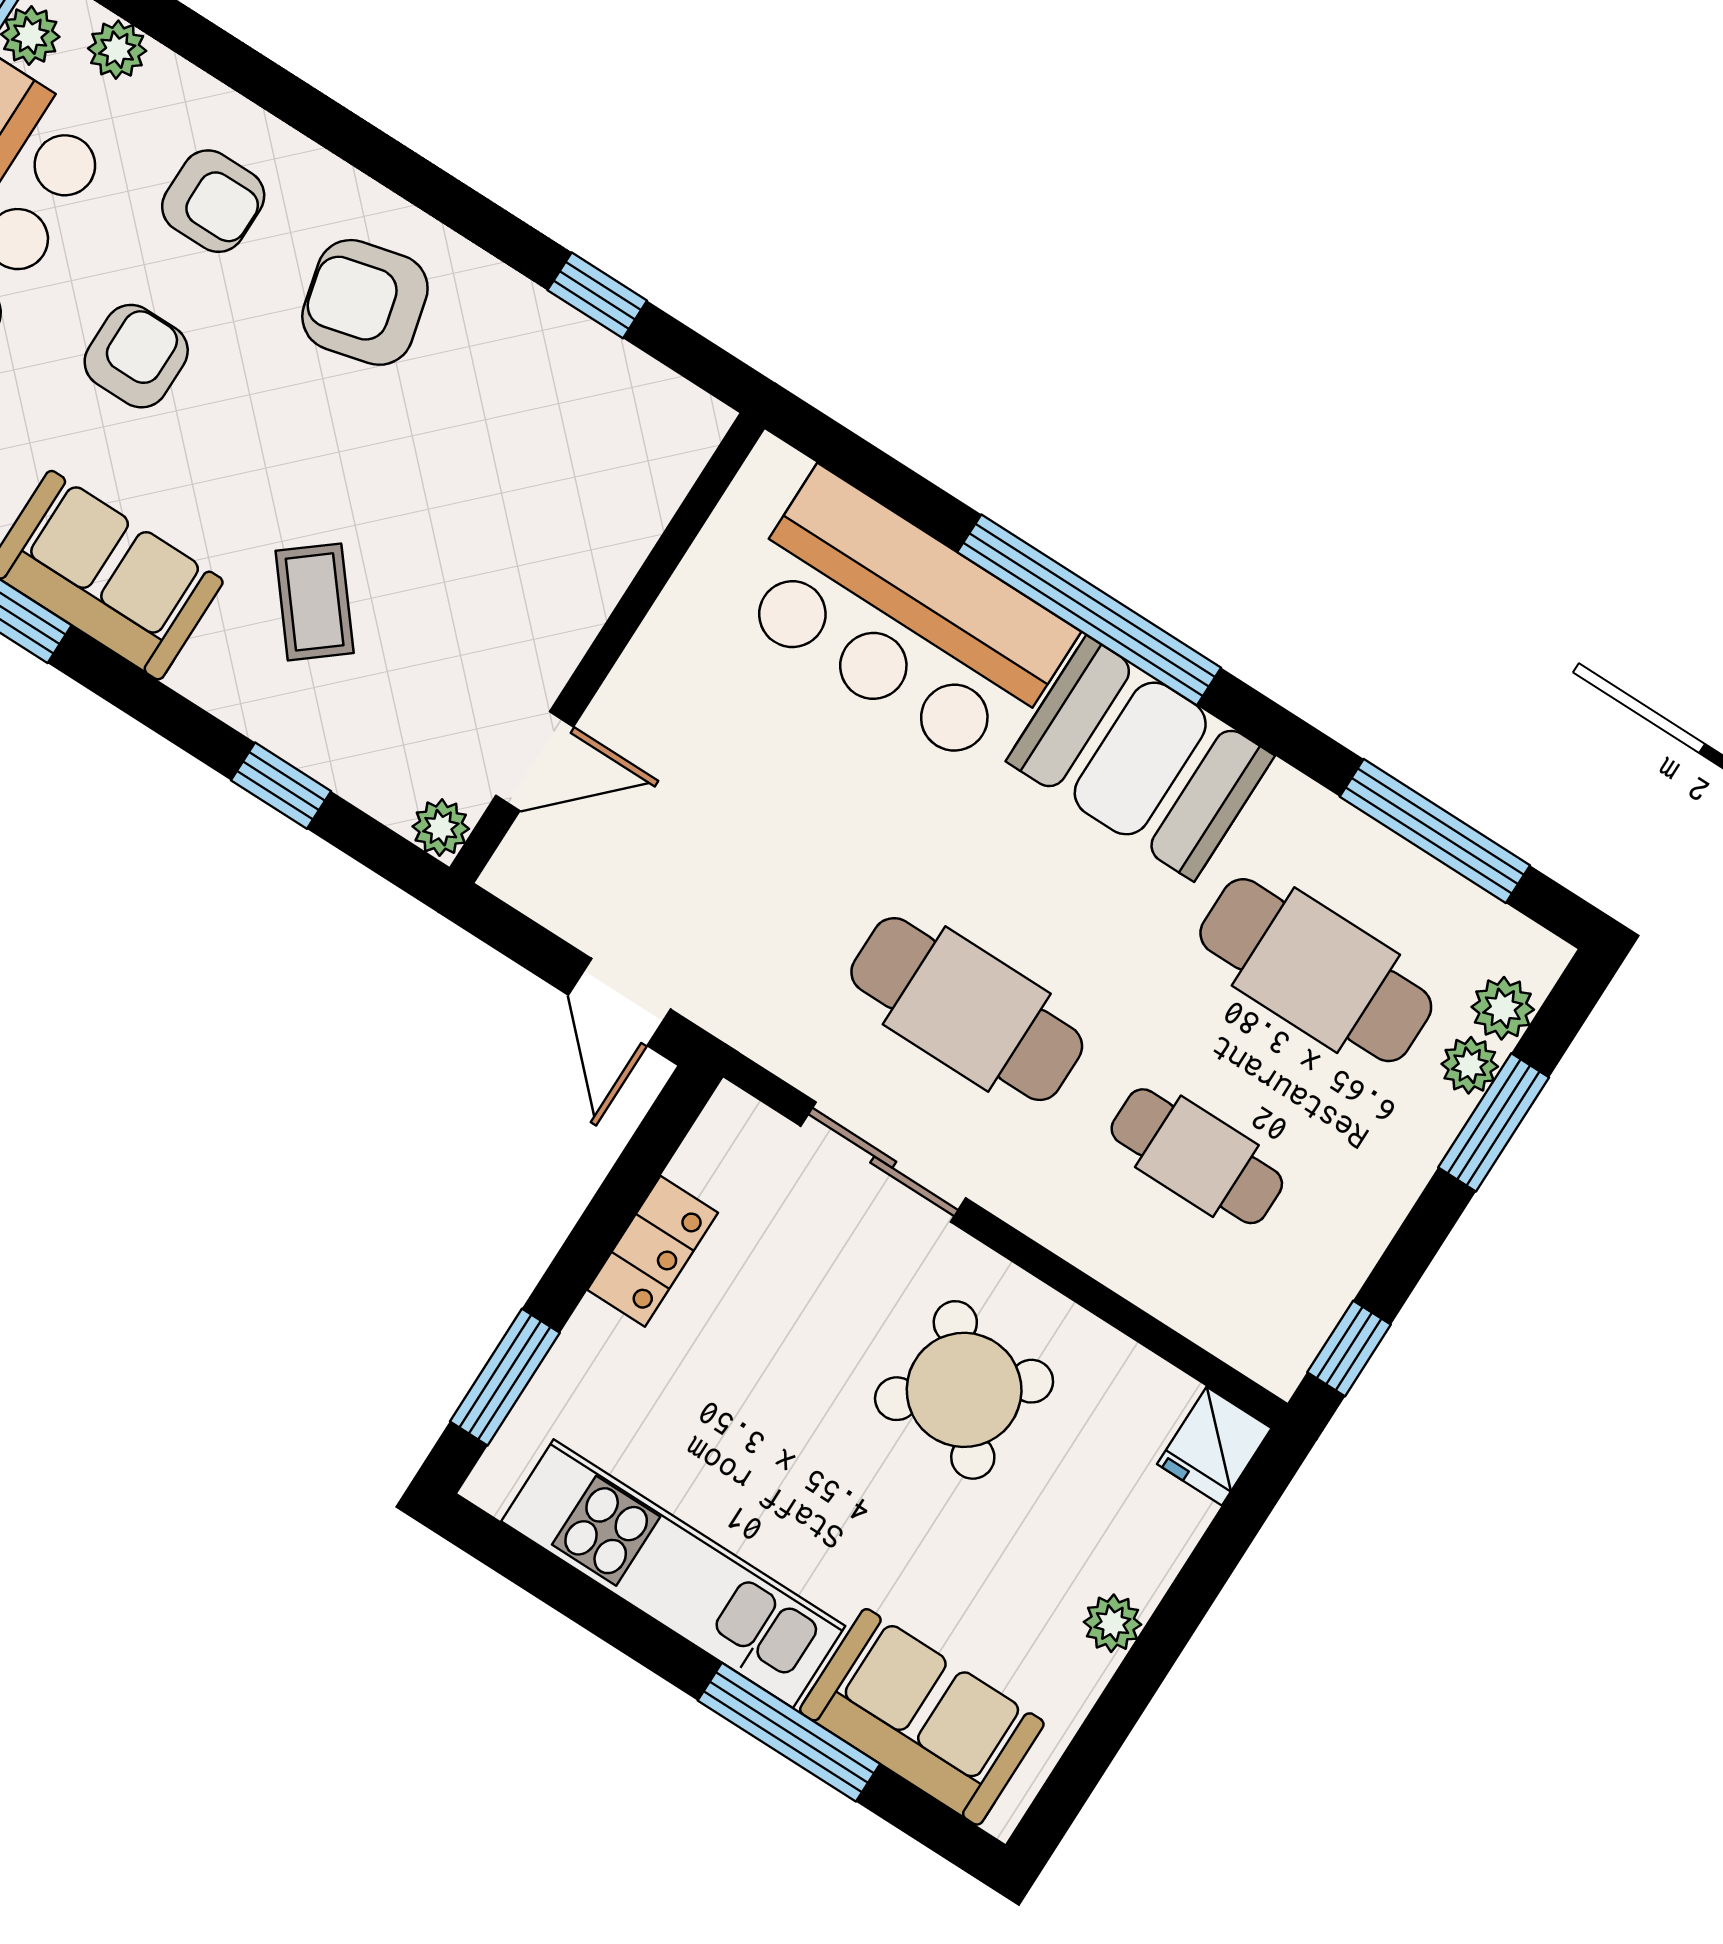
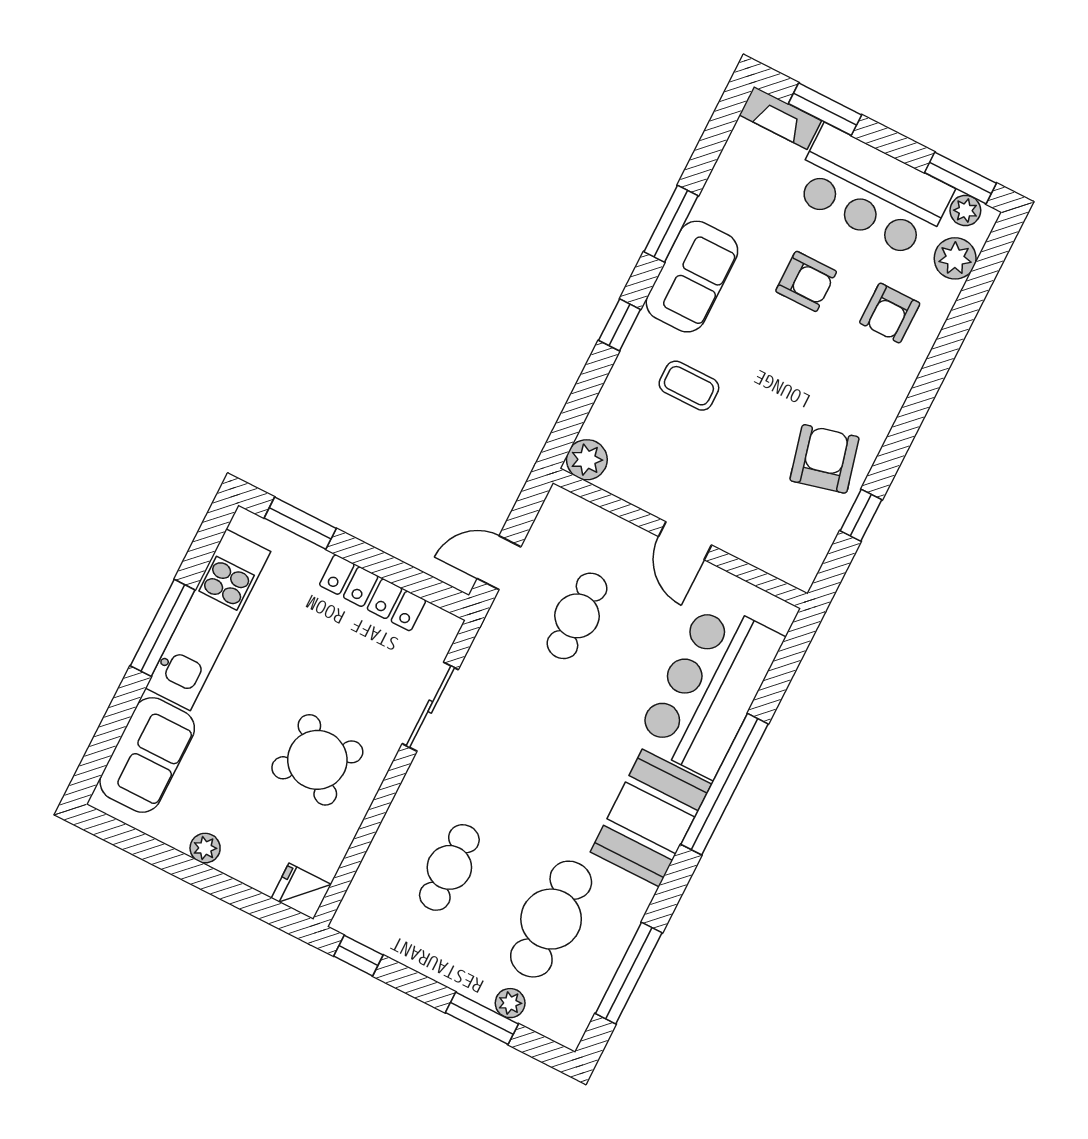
plant: (117, 50) -> (955, 258), width x1.38, depth x1.38
armchair: (365, 302) -> (824, 459), moved
coffee table: (315, 602) -> (689, 386), turned 39
door: (535, 761) -> (685, 541), moved
window: (281, 786) -> (620, 325), moved
plant: (441, 828) -> (587, 460), width x1.38, depth x1.38
plant: (1503, 1008) -> (541, 1017), removed
cafe table: (967, 1009) -> (577, 616), moved, width x0.73, depth x0.74
locker: (653, 1251) -> (373, 593), width x1.53
window: (789, 1732) -> (163, 628), moved

